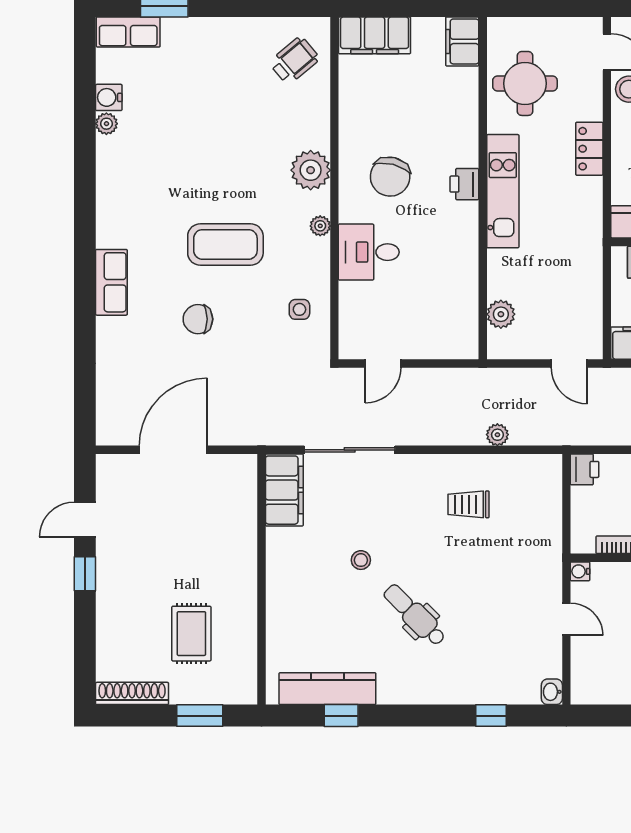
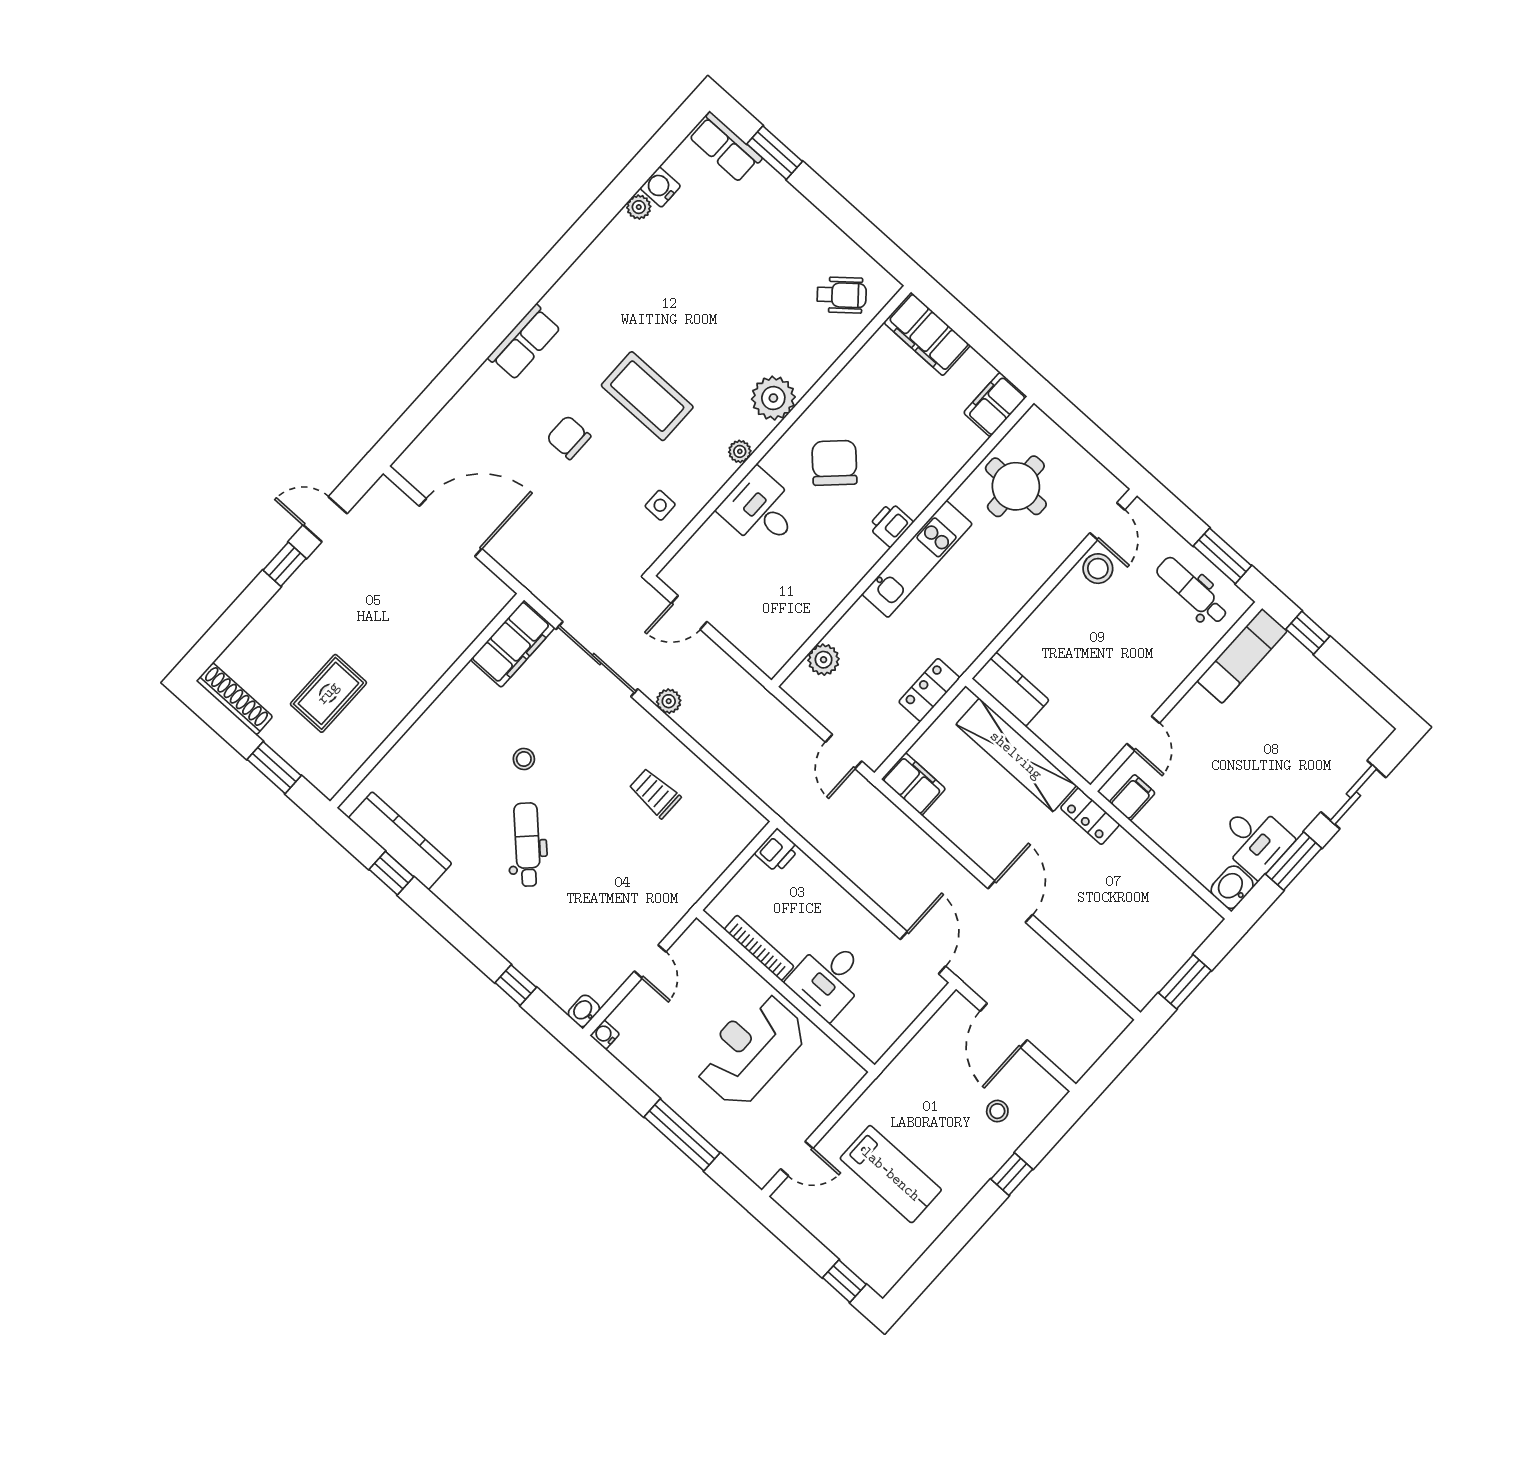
locker: (589, 149) -> (929, 690), moved
chair: (390, 177) -> (834, 463), turned 122
plant: (497, 435) -> (669, 701), moved
water cooler: (580, 571) -> (605, 1035), moved

